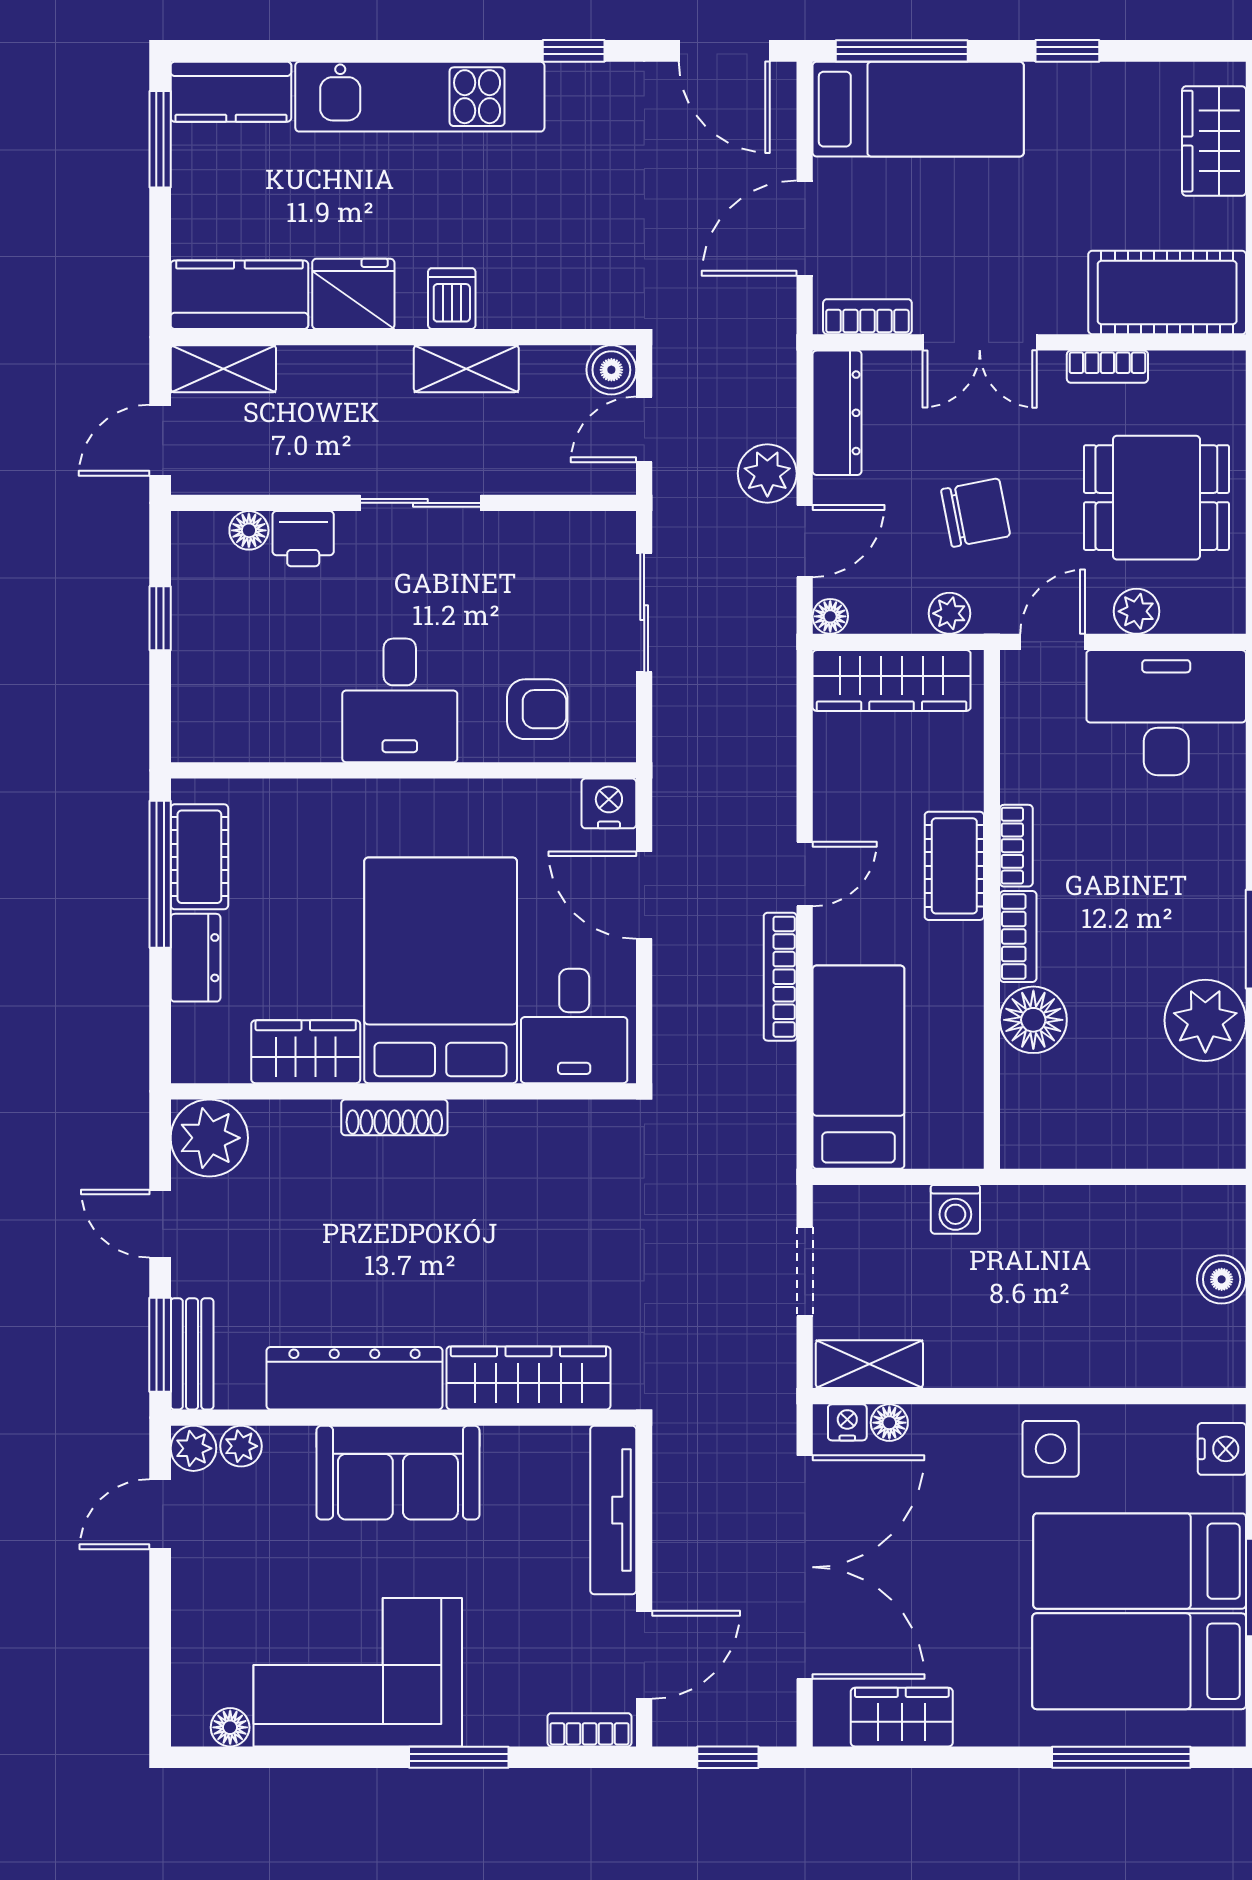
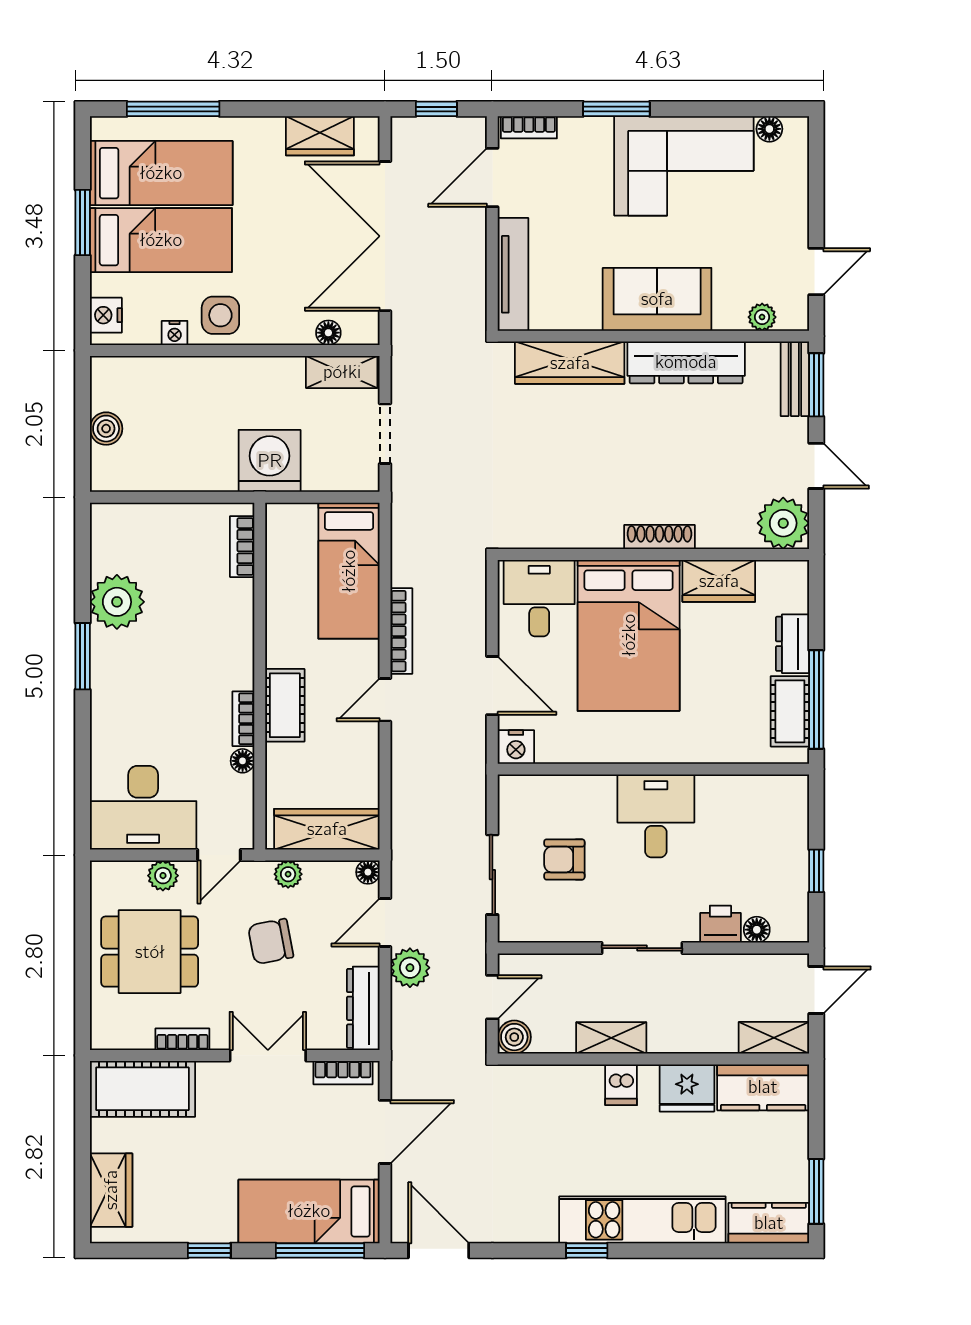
window: (574, 51) -> (587, 1250), moved
armchair: (537, 709) -> (564, 859), moved
bookcase: (1018, 936) -> (242, 547), moved
floor lamp: (1033, 1020) -> (243, 761), moved, width x0.53, depth x0.53
washing machine: (955, 1209) -> (270, 461), width x1.89, depth x1.89
nightstand: (847, 1422) -> (175, 333), moved
plant: (193, 1448) -> (794, 316), removed

